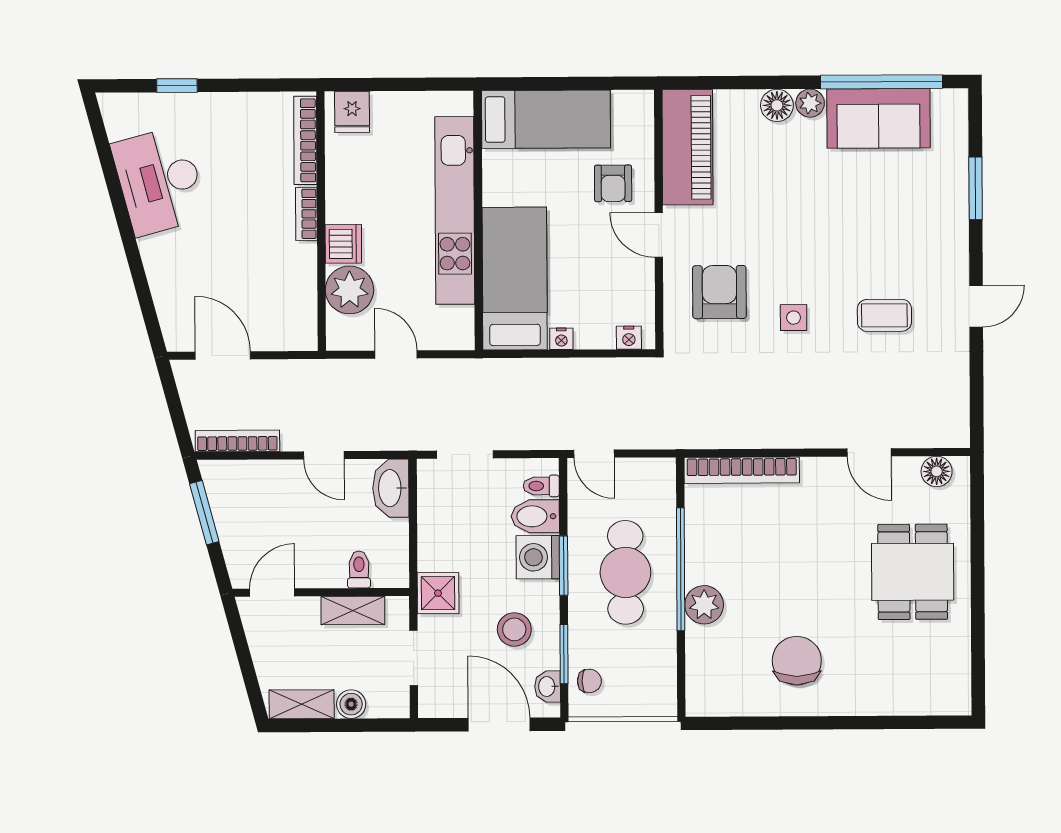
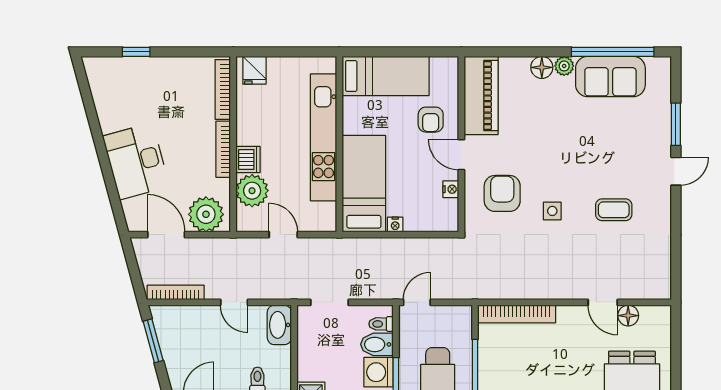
desk: (159, 181) -> (136, 161), moved
bookcase: (306, 214) -> (223, 149), width x1.56
door: (976, 306) -> (676, 171), moved
plant: (281, 325) -> (206, 214), added
nightstand: (629, 338) -> (451, 189), moved, turned -90
door: (594, 454) -> (417, 302), swing flipped
floor lamp: (937, 471) -> (628, 316), moved

